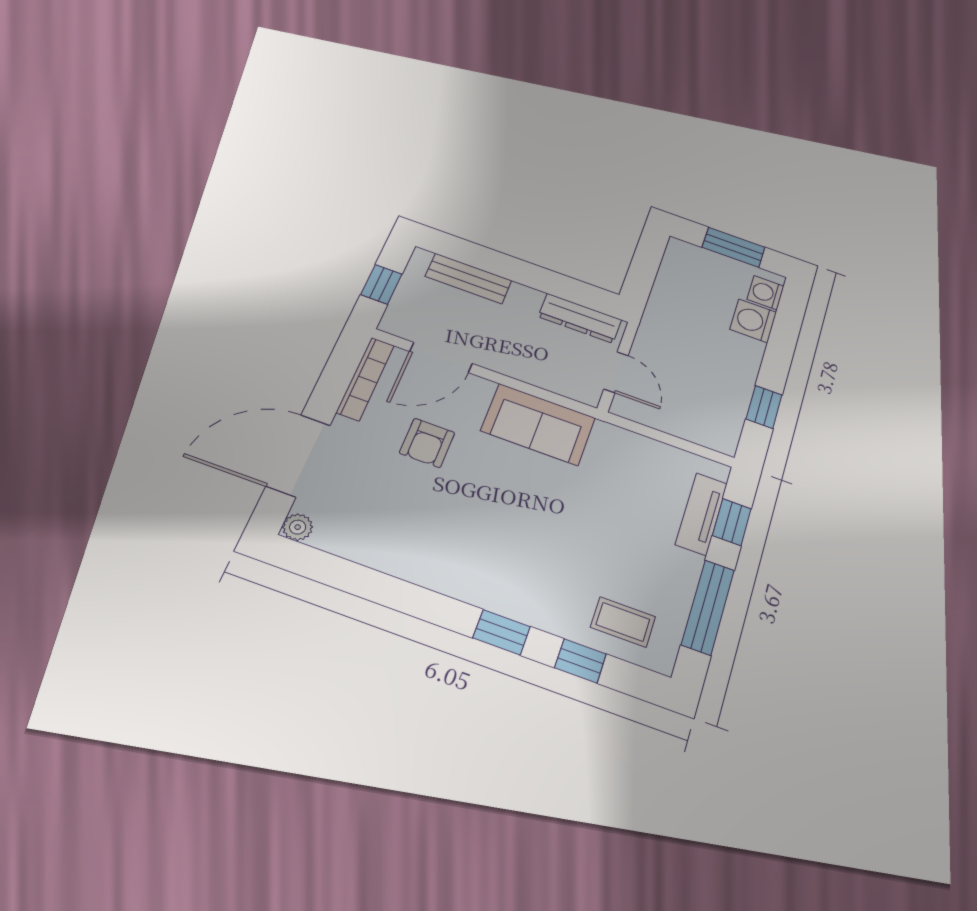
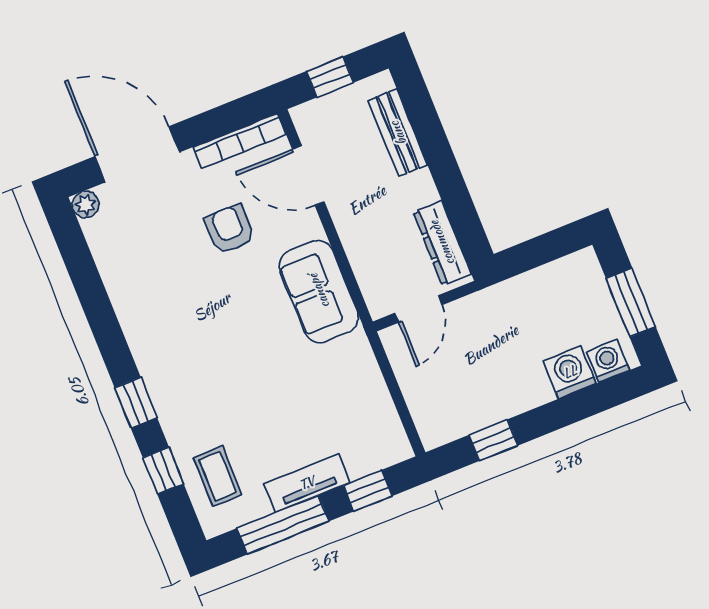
armchair: (427, 443) -> (230, 229), turned 90
tv unit: (701, 514) -> (307, 483), moved

